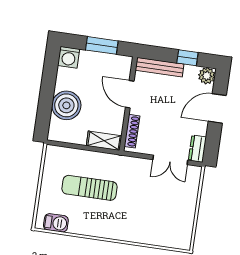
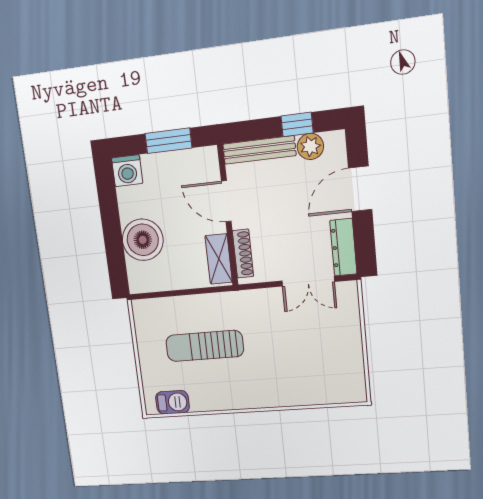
plant: (207, 76) -> (310, 146), moved
shelving: (104, 141) -> (219, 259), moved, turned 90
dresser: (197, 149) -> (343, 247), width x1.44

